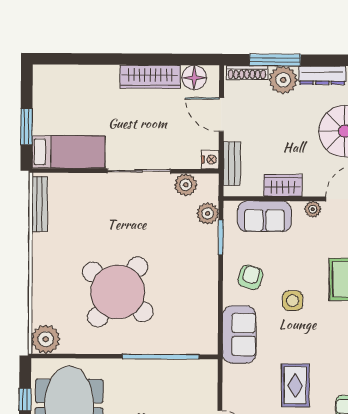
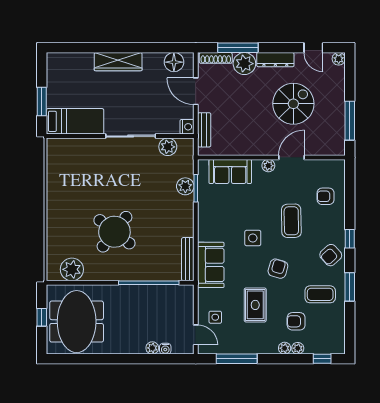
wardrobe: (150, 77) -> (118, 62), moved
wardrobe: (283, 185) -> (245, 147), removed
bench: (40, 204) -> (188, 259), moved
plant: (208, 213) -> (185, 186), moved
armchair: (250, 277) -> (278, 269), moved
round table: (118, 292) -> (114, 232), width x0.73, depth x0.73
plant: (46, 339) -> (72, 269), moved
side table: (245, 401) -> (215, 317), added

